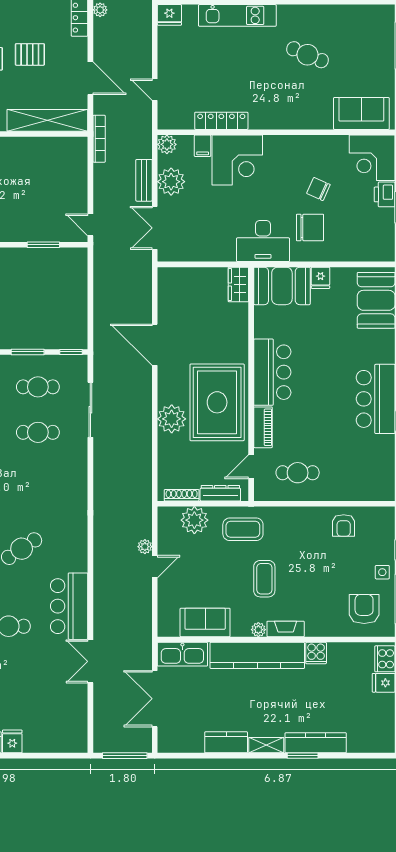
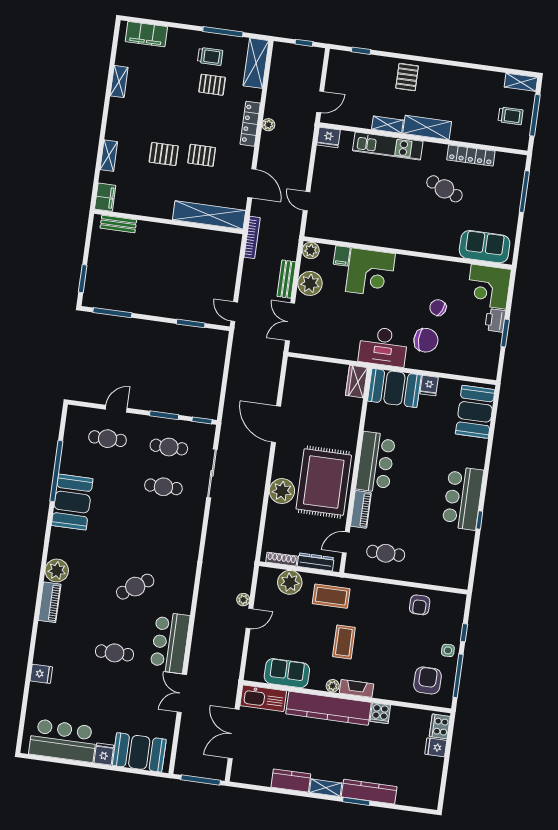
locker: (221, 121) -> (471, 156), moved, turned 180
booth: (52, 734) -> (139, 752), added

